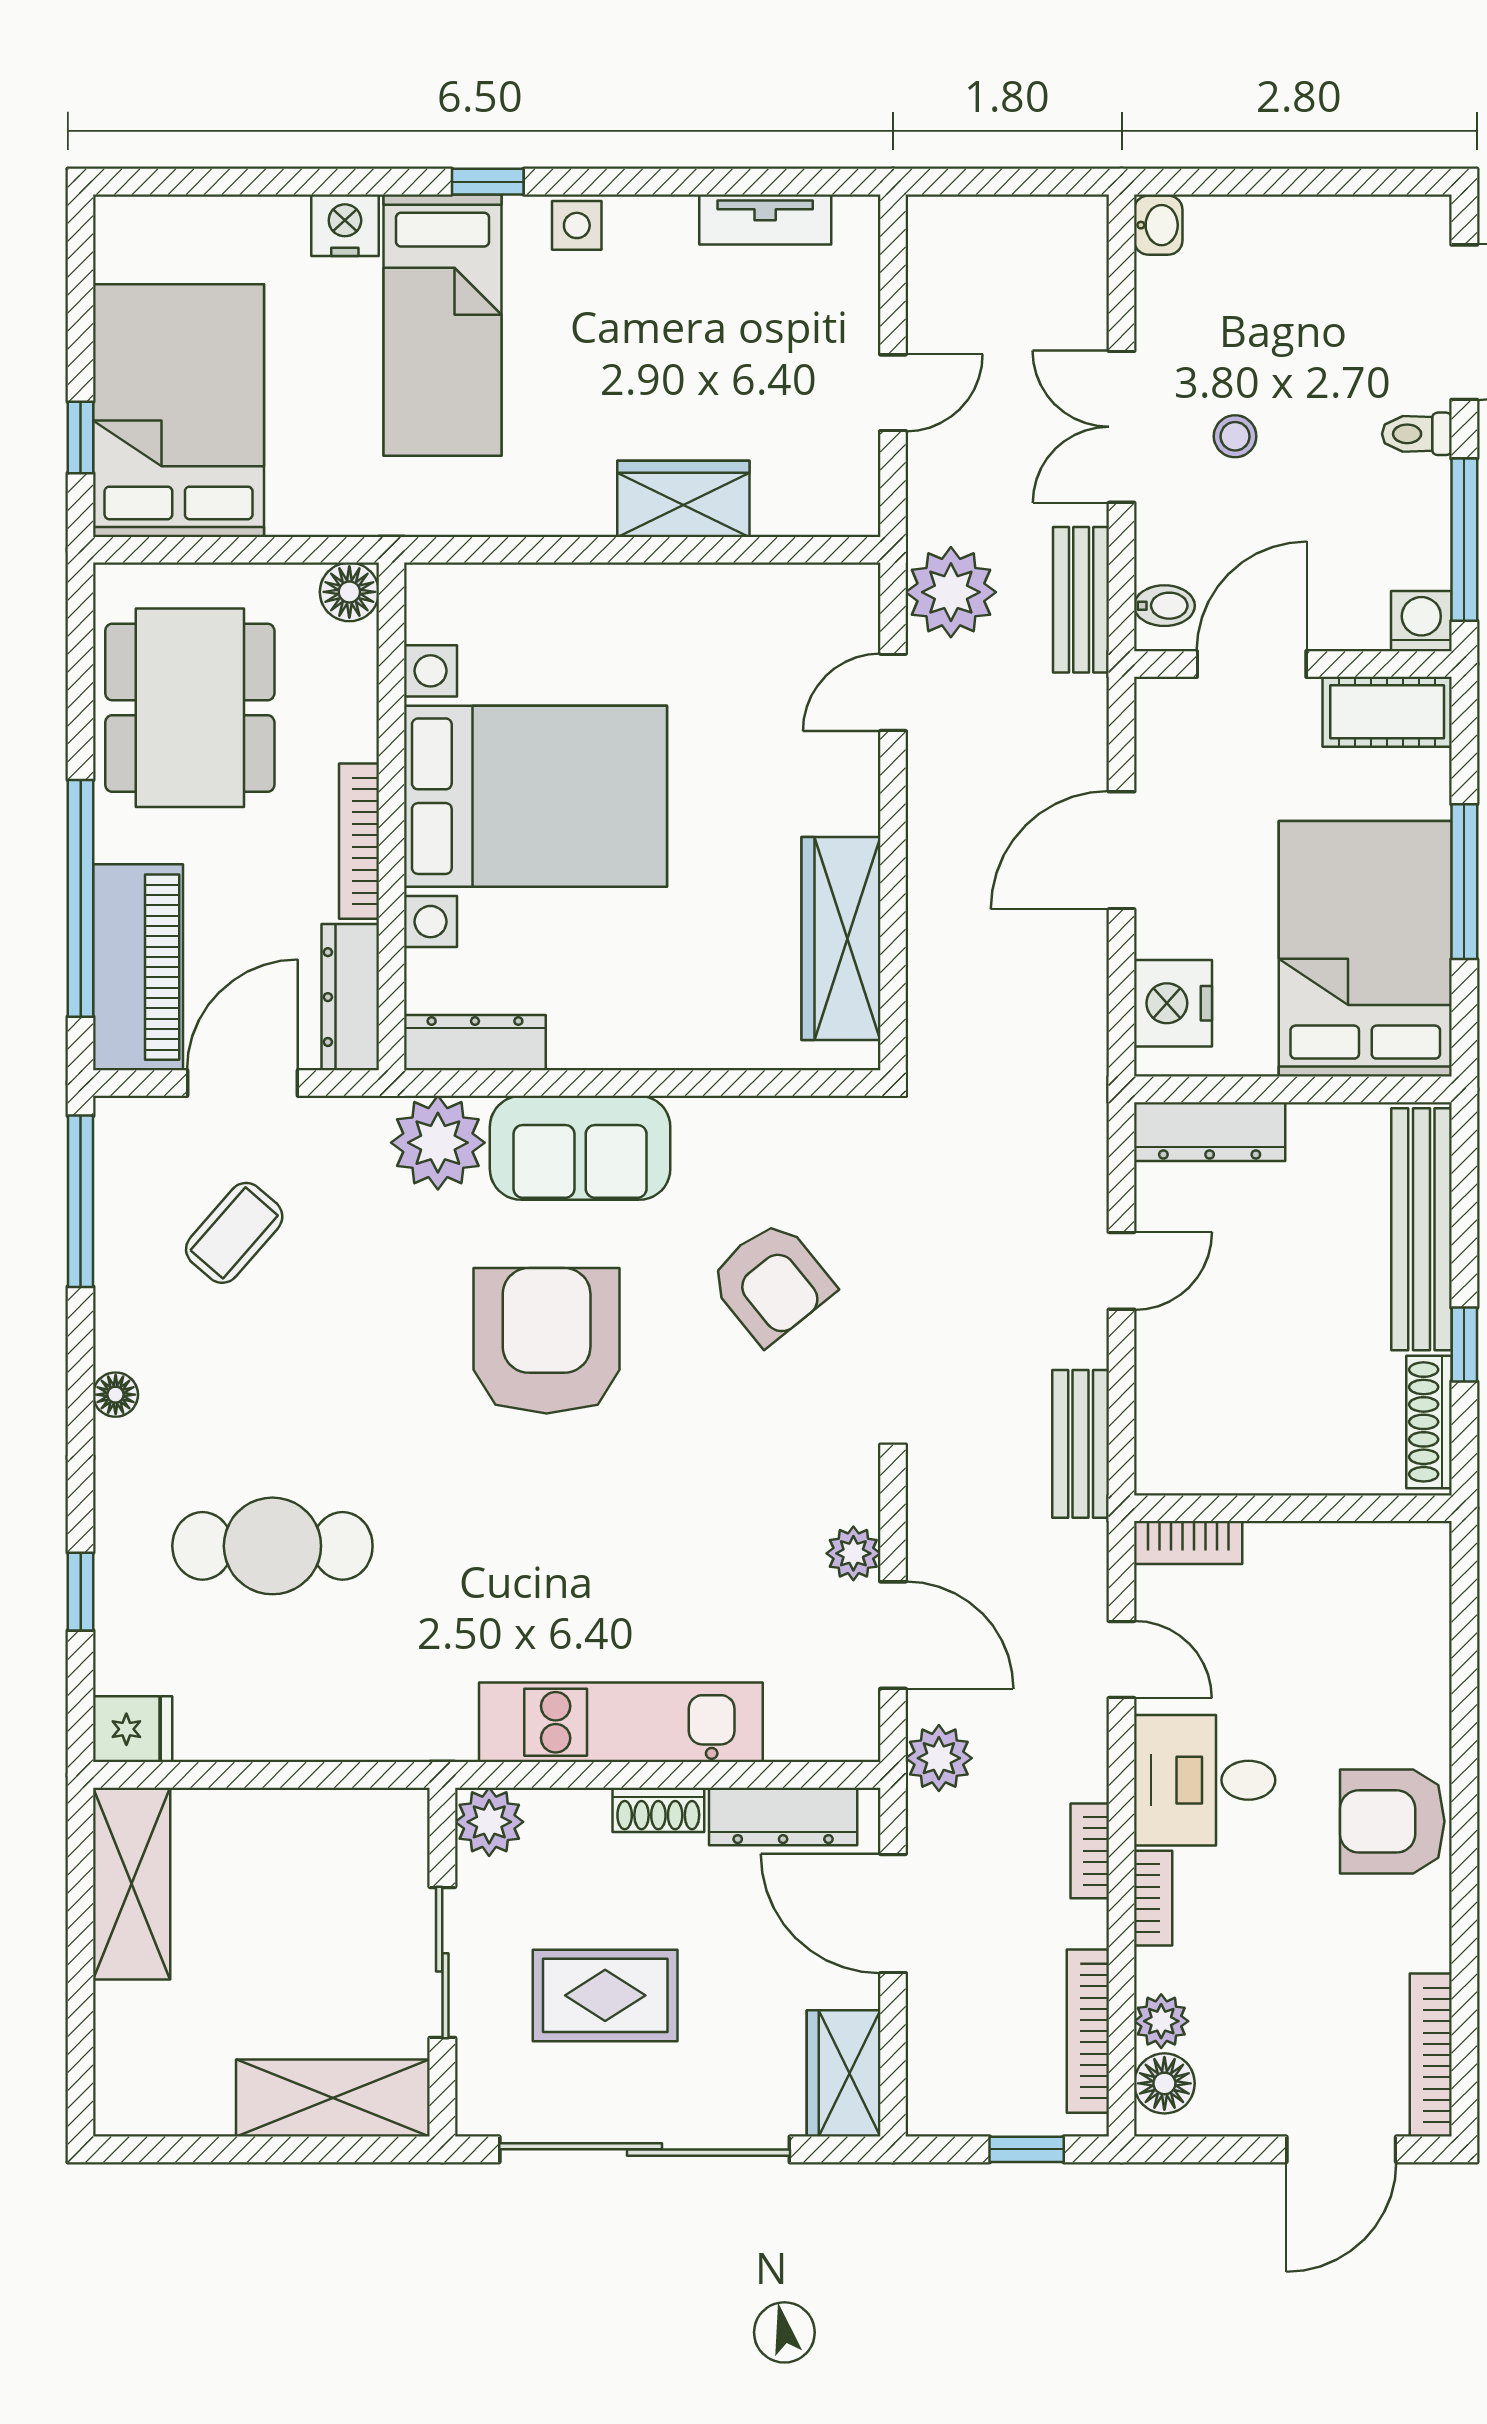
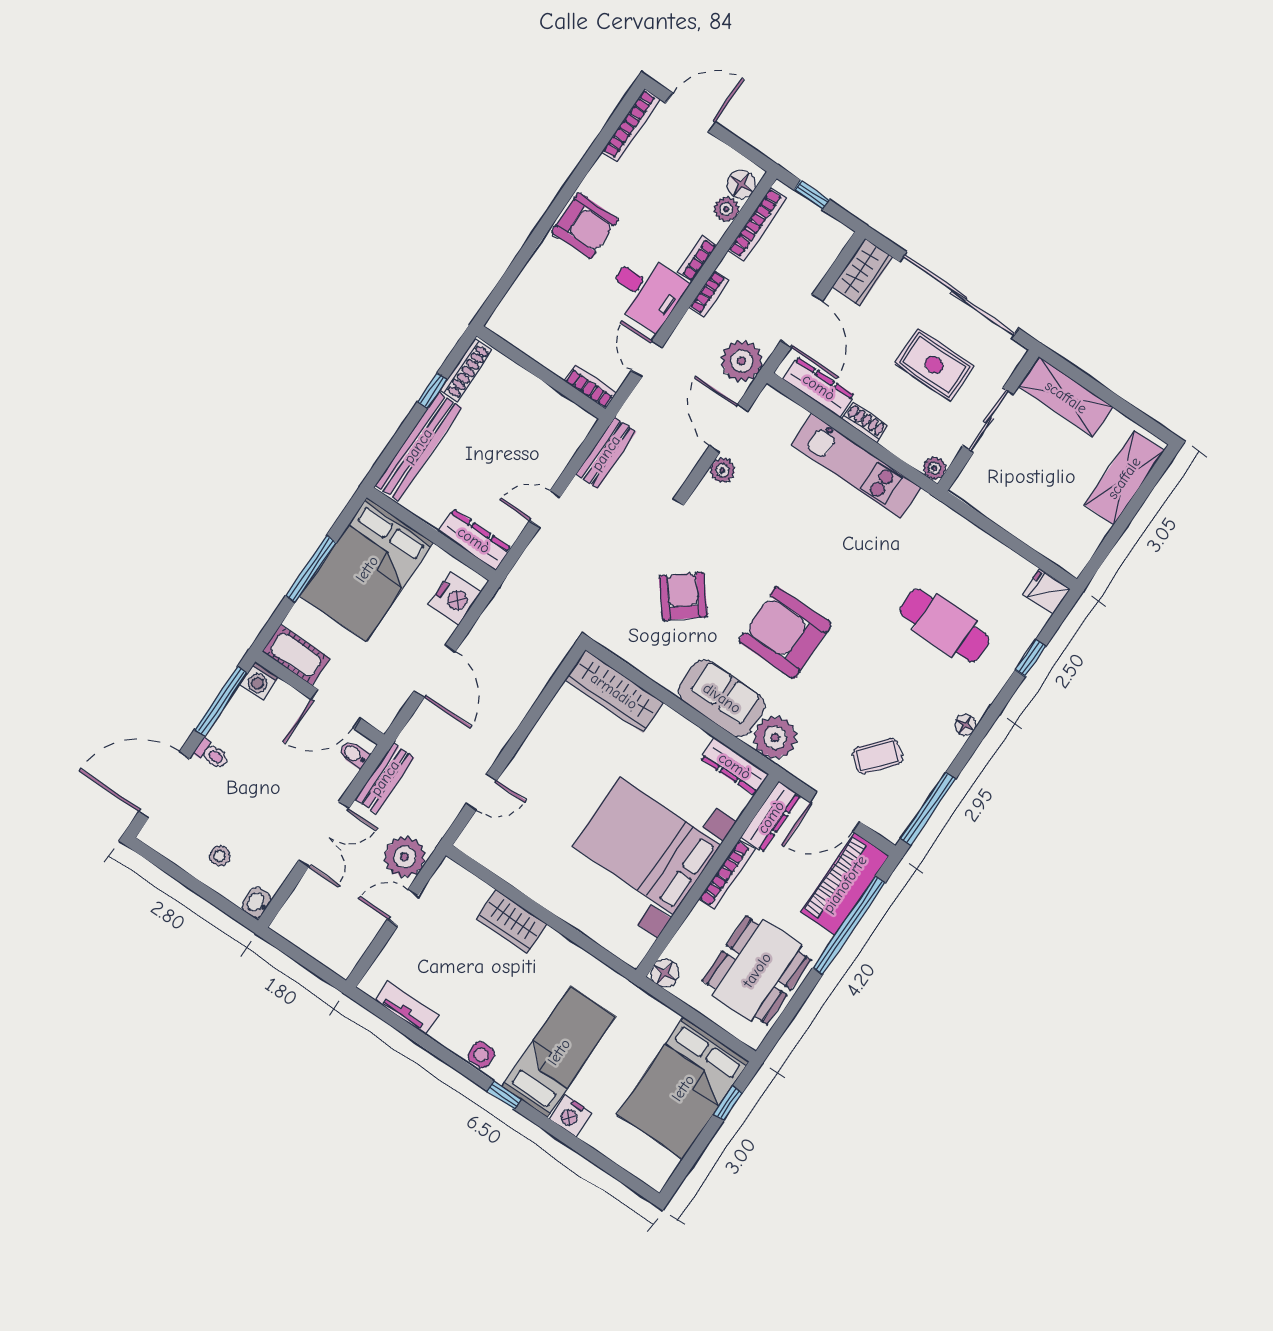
stool: (1235, 436) -> (220, 856), moved
plant: (951, 592) -> (405, 857), moved
door: (1122, 850) -> (435, 671), hinge flipped
wardrobe: (841, 939) -> (614, 691), moved, turned 90
armchair: (547, 1341) -> (785, 633), turned 90
plant: (939, 1758) -> (742, 361), width x1.36, depth x1.36
plant: (489, 1822) -> (934, 468), width x0.73, depth x0.73
shelving: (132, 1884) -> (1124, 478), moved

